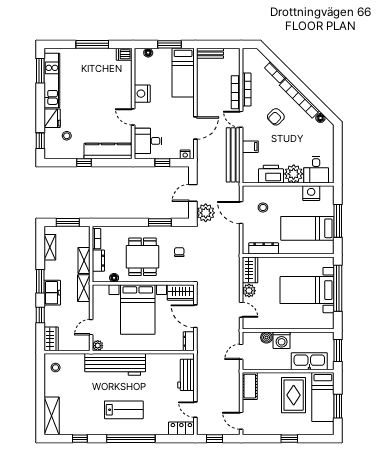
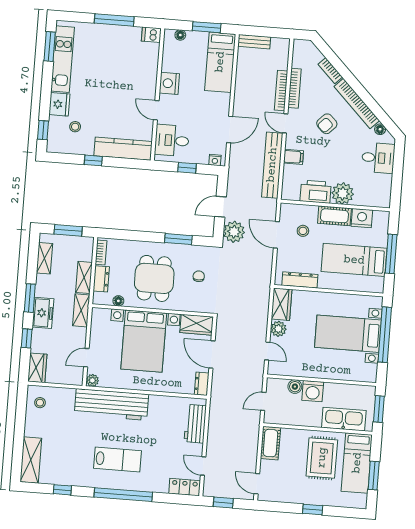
desk: (316, 170) -> (378, 158), moved, turned -90
cot: (288, 193) -> (334, 216), added

